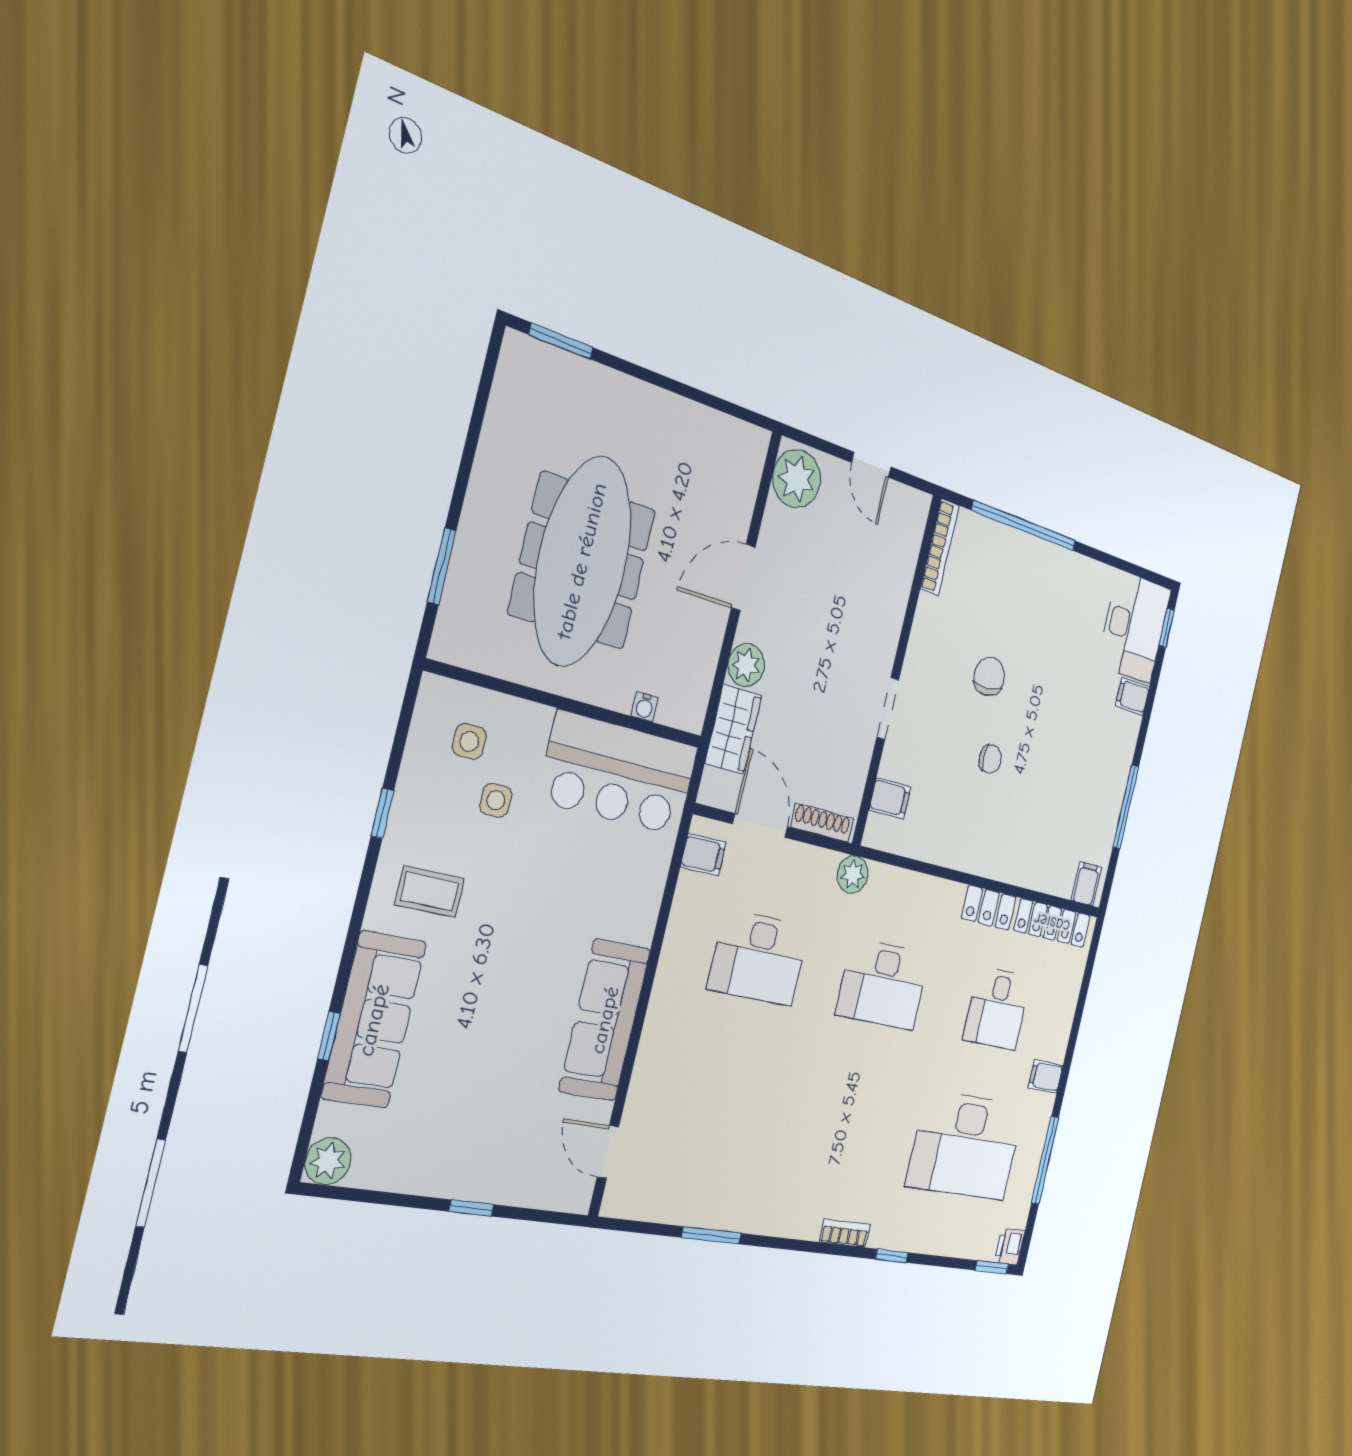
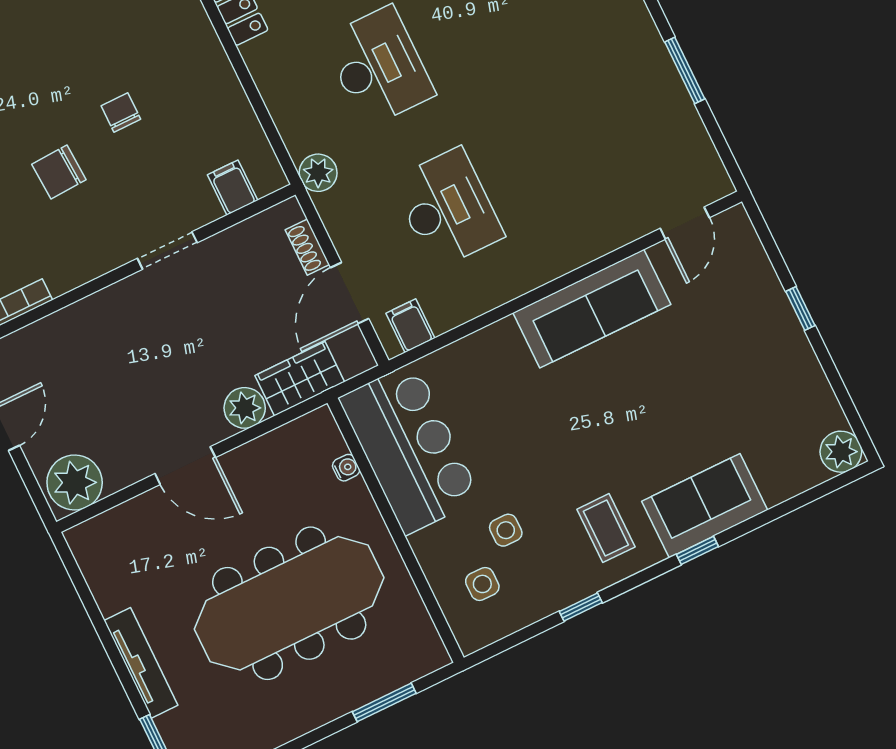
tv unit: (634, 394) -> (141, 663), added
shoe rack: (822, 823) -> (307, 247), width x0.70
sofa: (374, 1020) -> (705, 506), width x0.73
window: (329, 1036) -> (697, 550), moved

